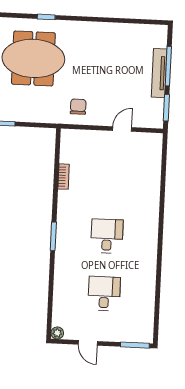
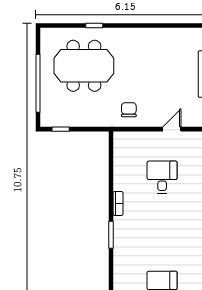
bookcase: (64, 177) -> (118, 204), moved
desk: (107, 236) -> (162, 177), moved

